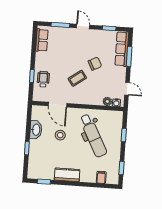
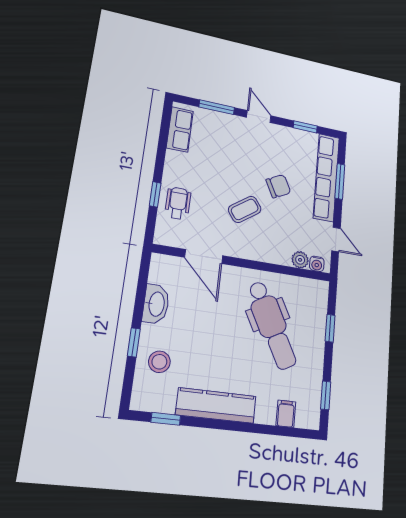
row of seats: (122, 49) -> (326, 177), width x1.36
stool: (60, 135) -> (159, 362), moved
kitchen counter: (67, 175) -> (216, 405), width x1.50

